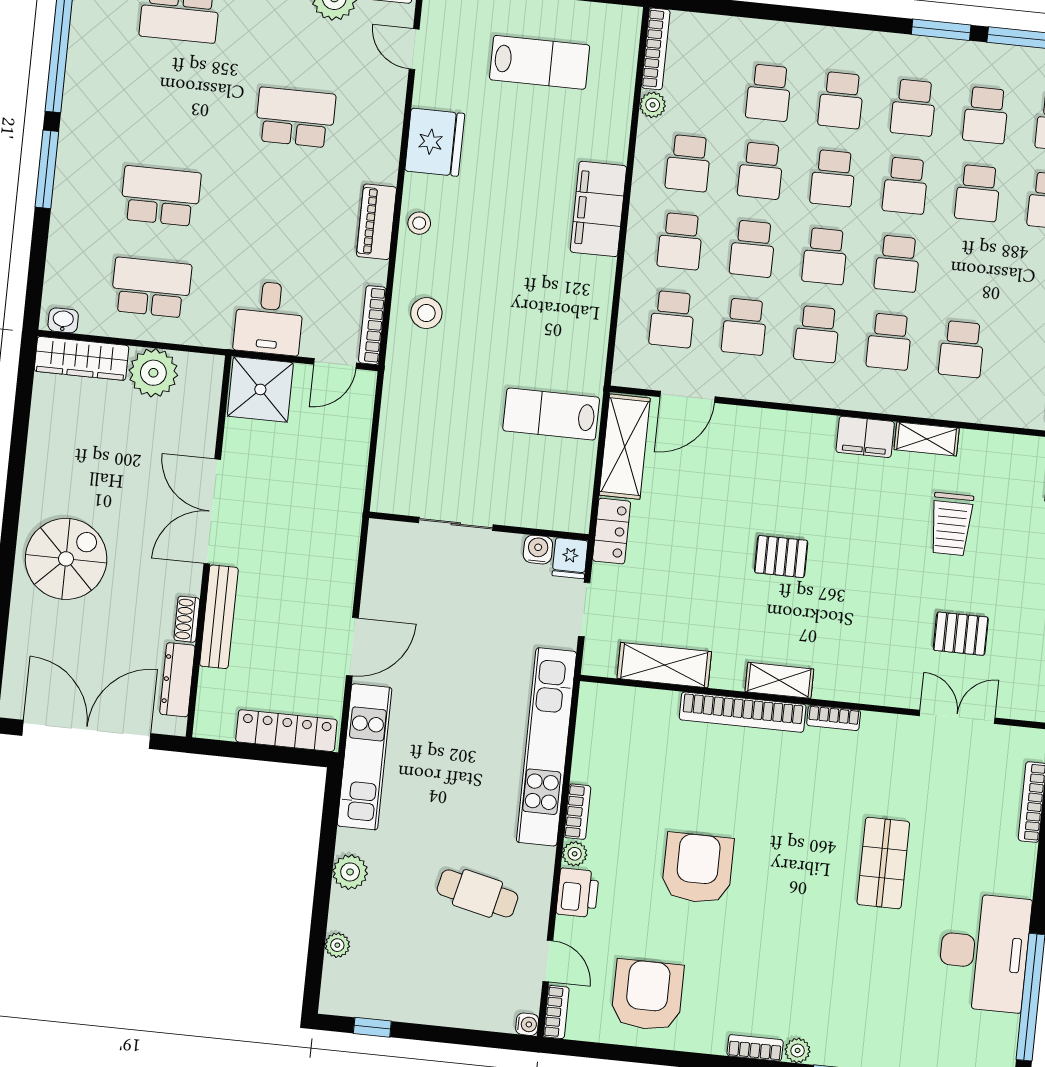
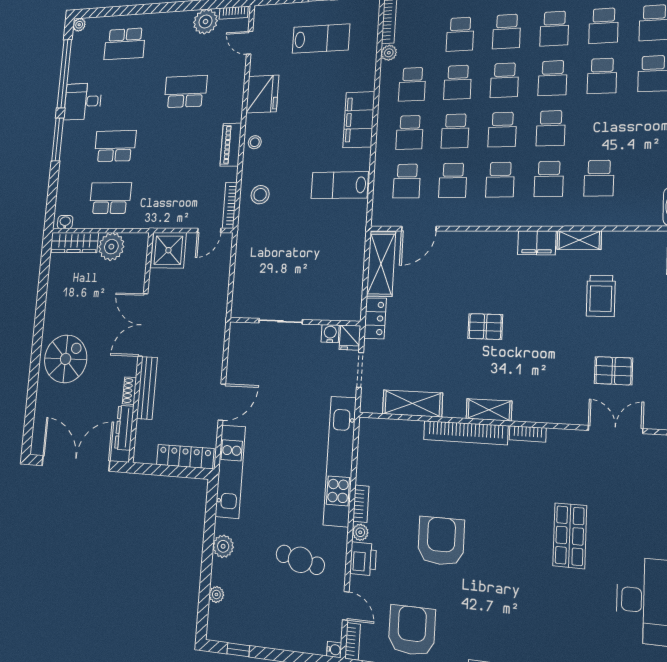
desk: (269, 318) -> (83, 101), moved, turned 90
lab bench: (551, 414) -> (340, 185), moved

